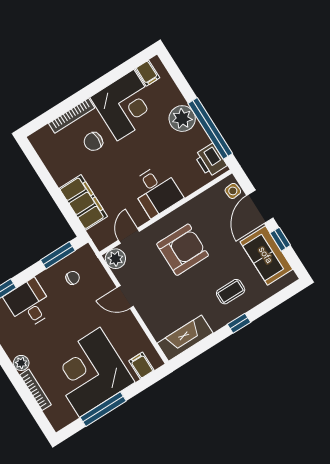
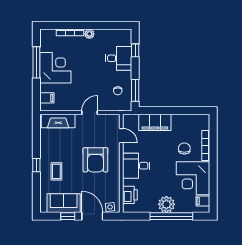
window: (210, 128) -> (171, 216), moved
printer: (211, 160) -> (130, 195), moved, turned 90
plant: (115, 259) -> (114, 120), removed
fireplace: (185, 338) -> (58, 121), moved, turned 90
corner desk: (90, 372) -> (55, 68), width x0.74, depth x0.74

